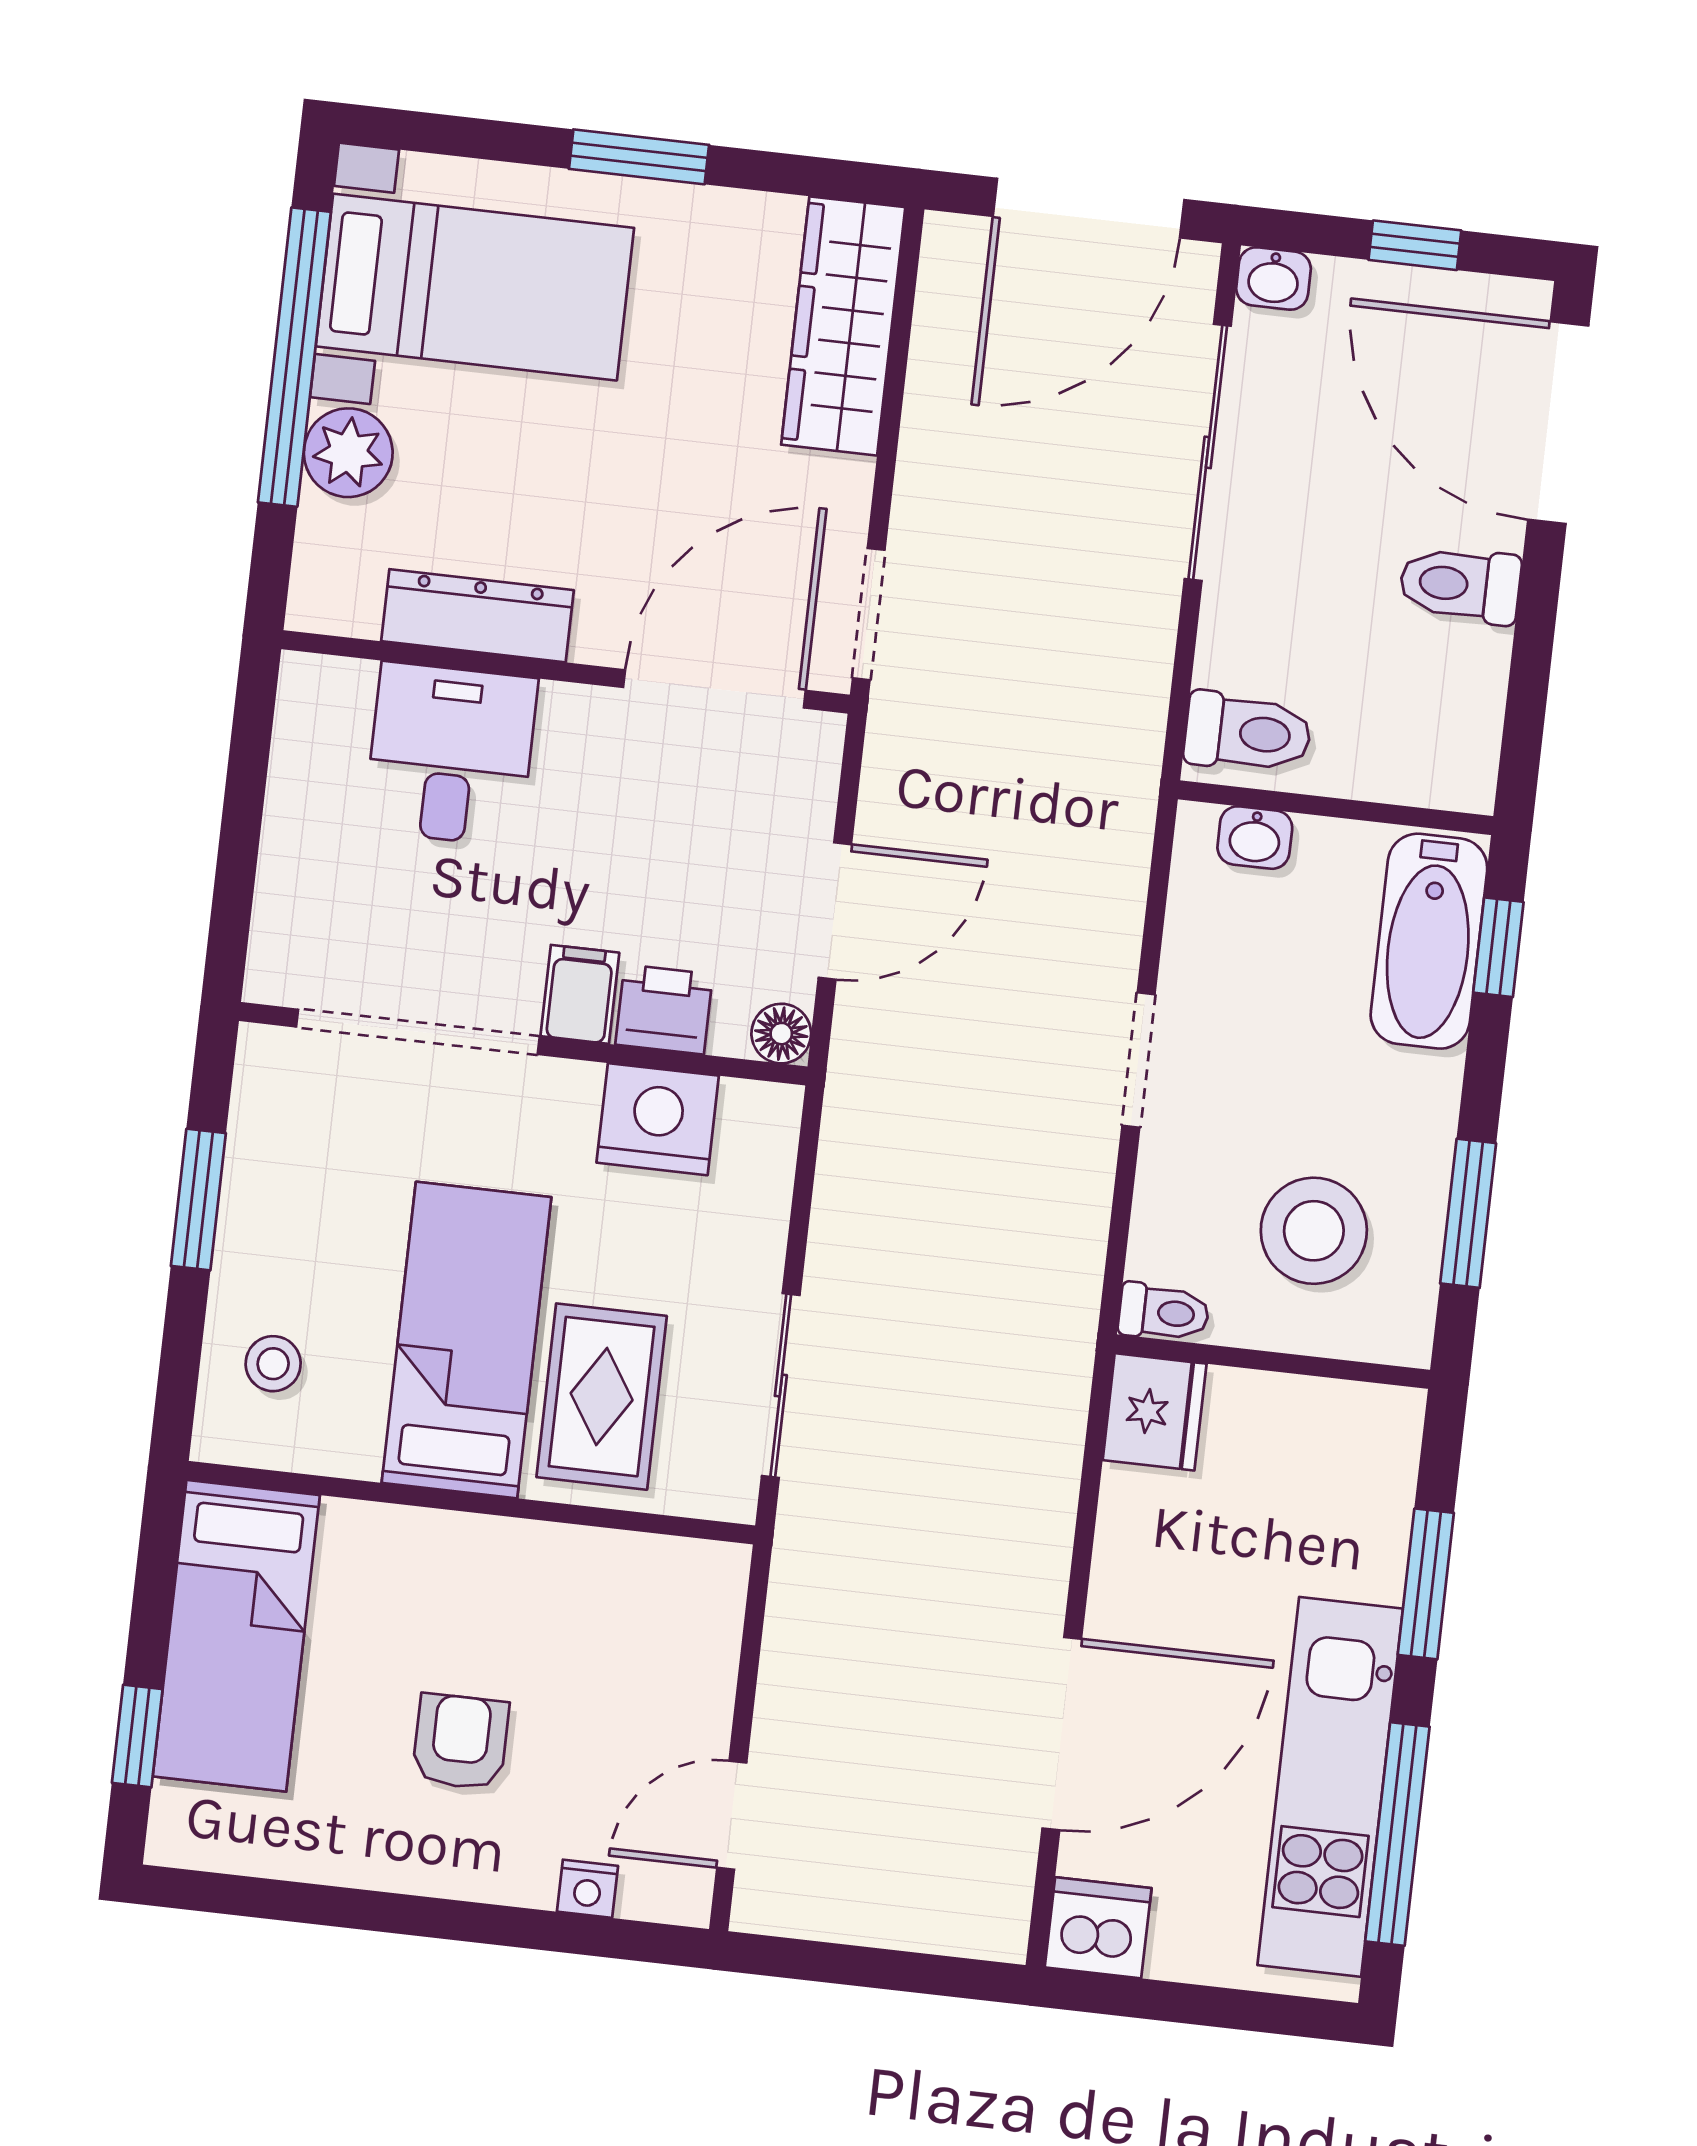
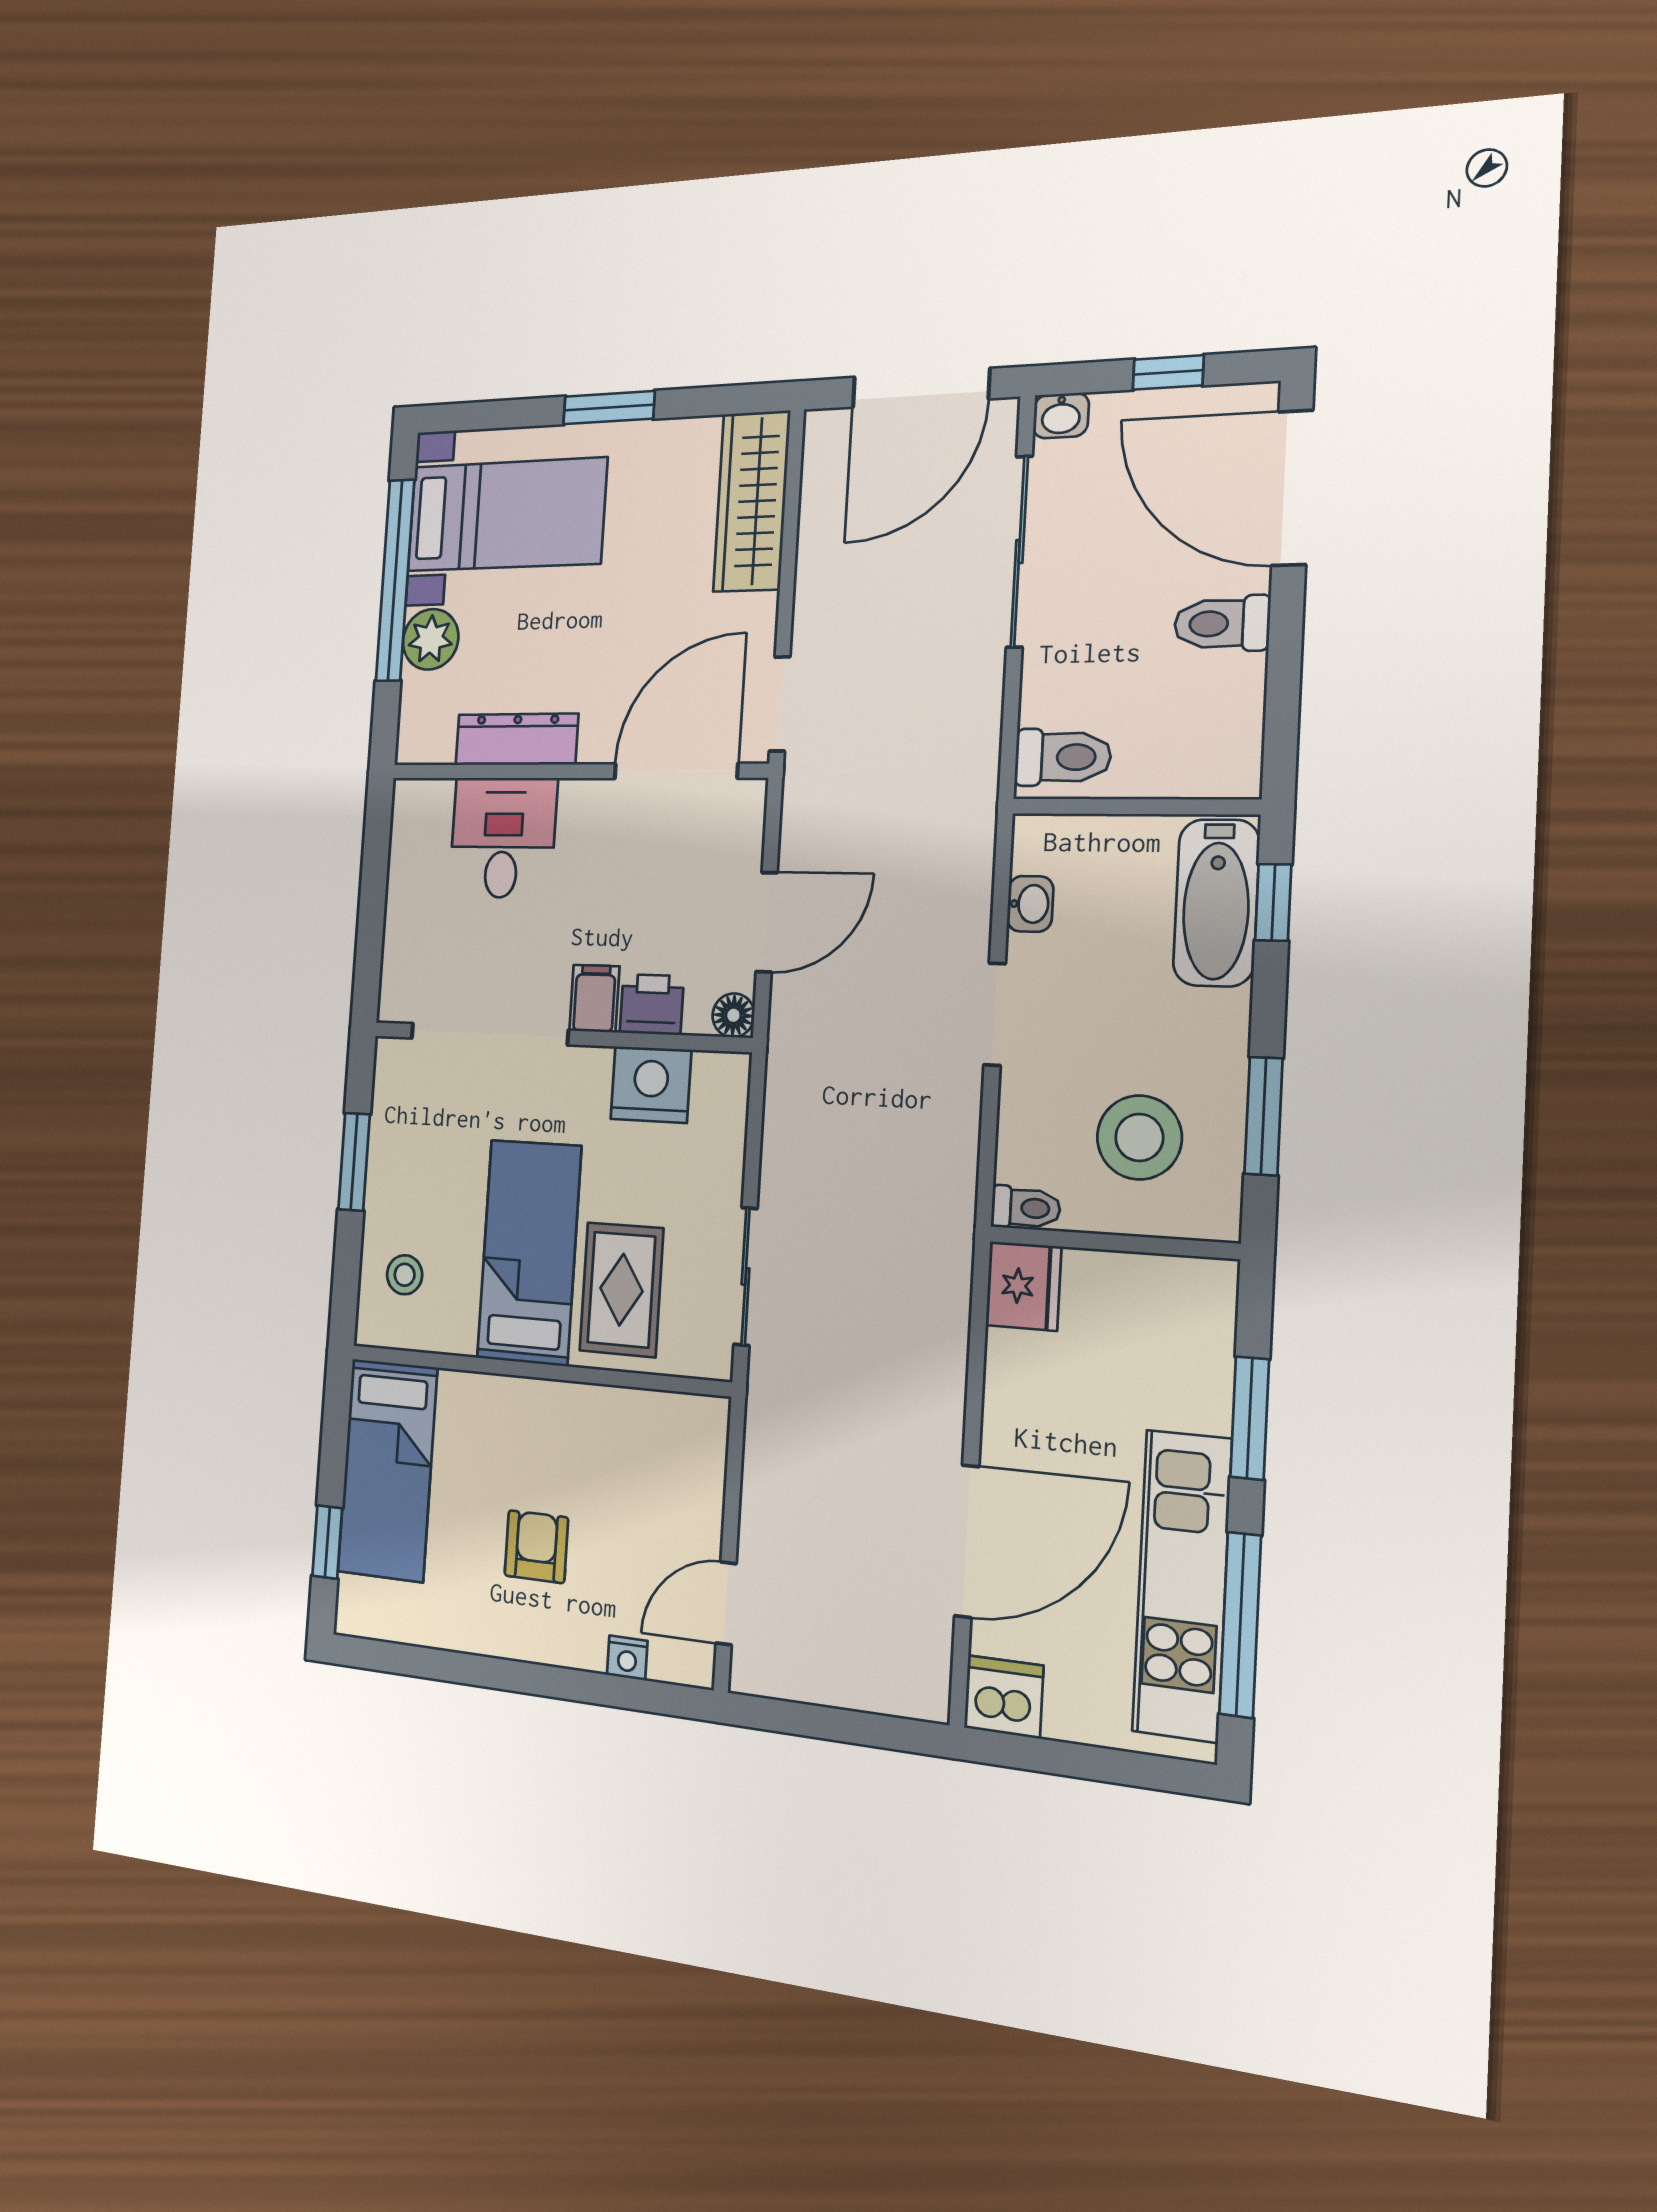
washbasin: (1255, 838) -> (1030, 904), moved, turned -90

